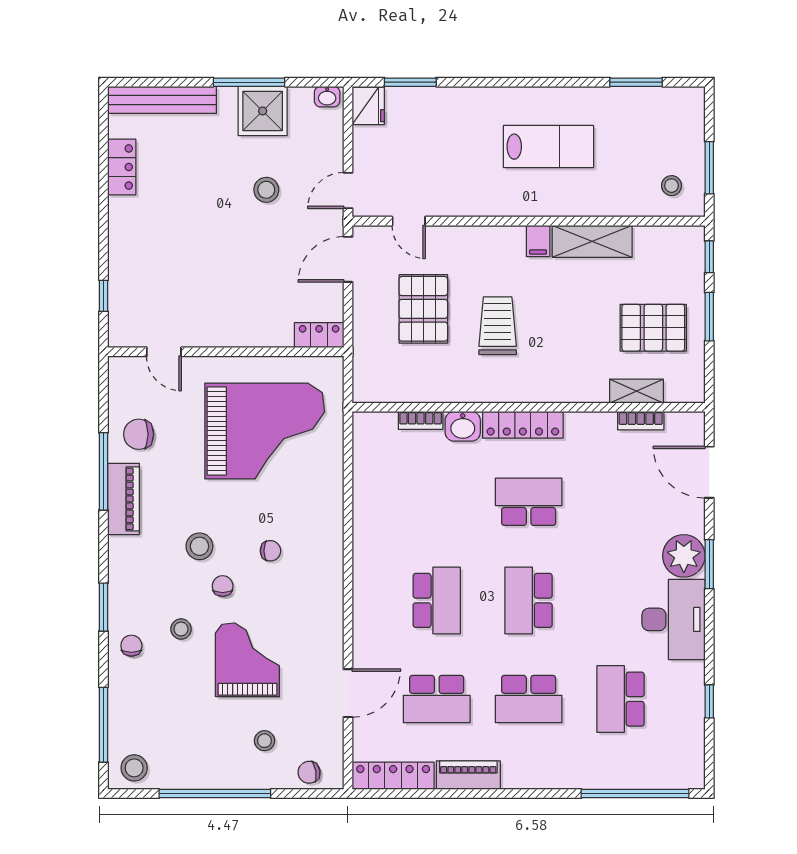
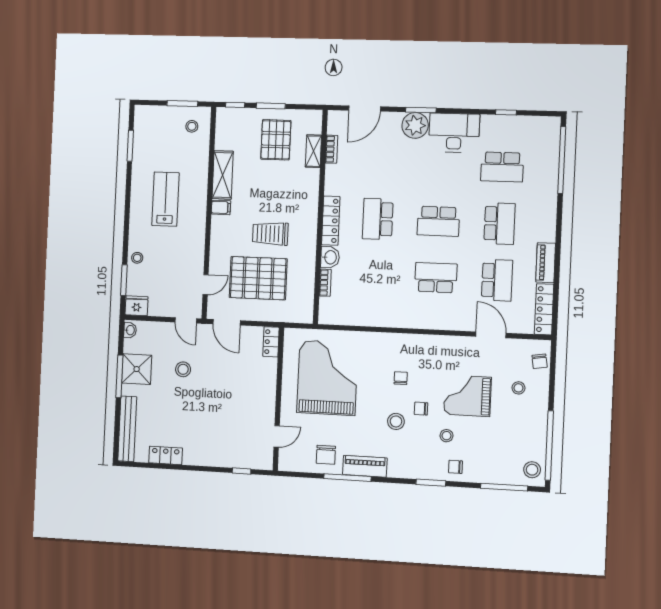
stool: (449, 103) -> (137, 258), added
pallet: (423, 309) -> (258, 278), width x1.37, depth x1.41
window: (215, 794) -> (549, 445), moved

